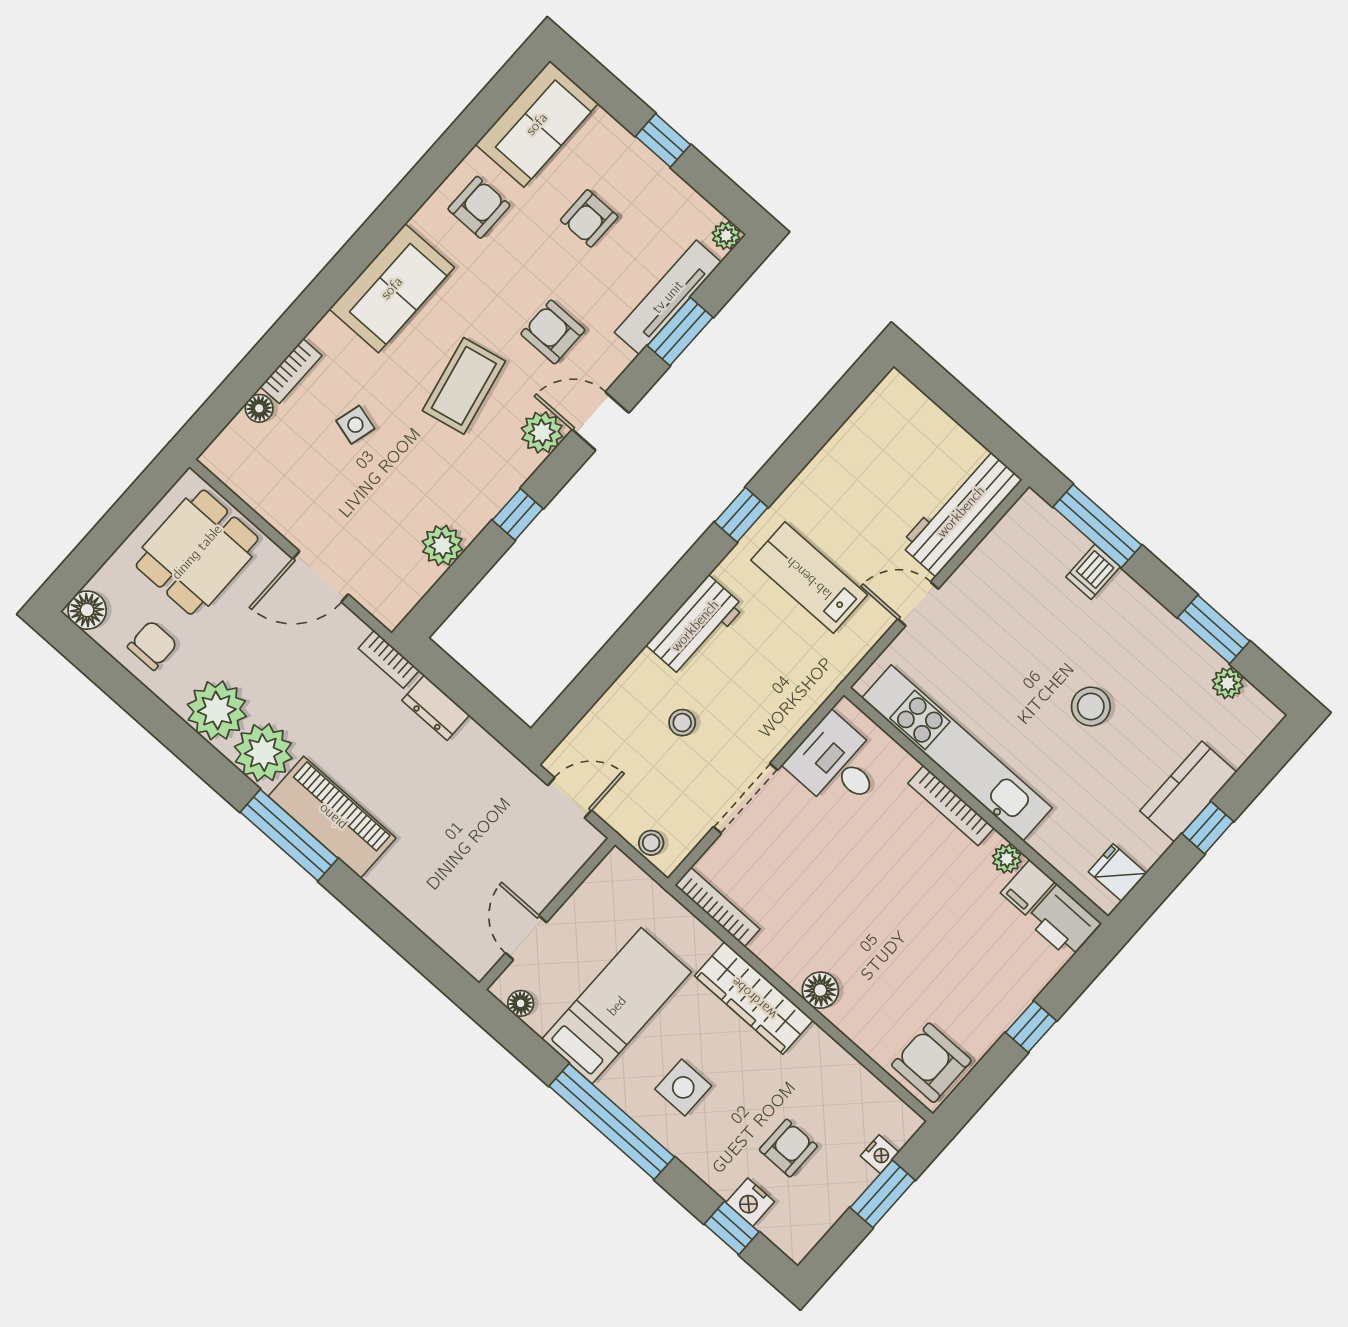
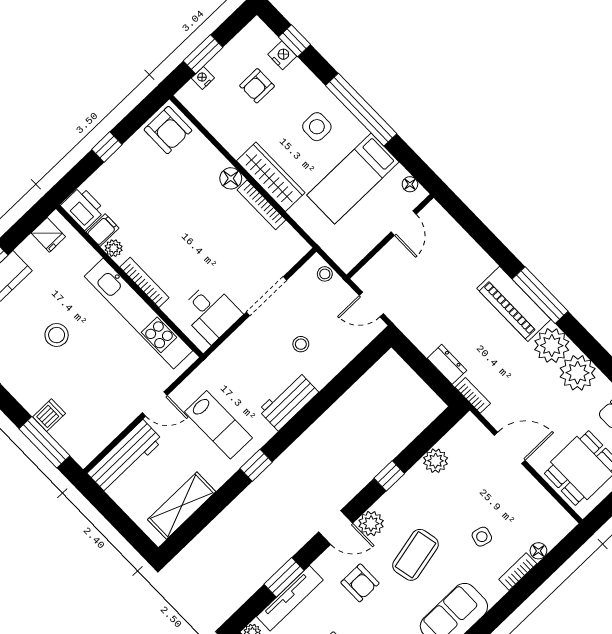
shelving: (860, 438) -> (182, 506), added
bookcase: (717, 907) -> (261, 205), moved

